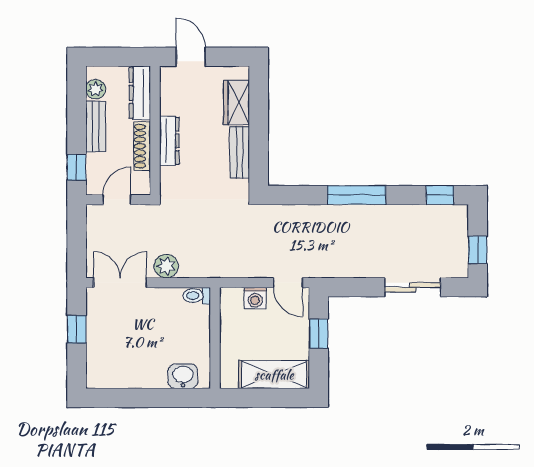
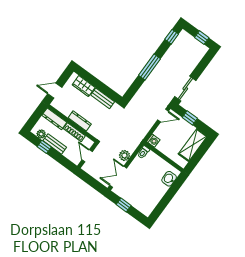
window: (77, 167) -> (44, 147), moved
sliding door: (413, 287) -> (185, 89), moved
washing machine: (255, 298) -> (153, 141), moved

